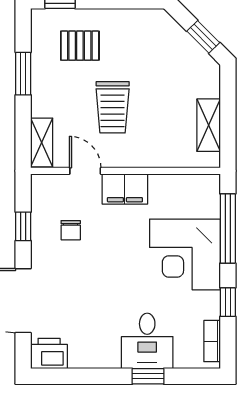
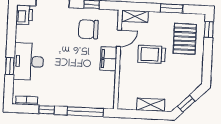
pallet: (80, 46) -> (185, 39), width x1.50, depth x1.42
shelving: (209, 125) -> (151, 105), moved
chair: (71, 230) -> (88, 29), width x1.87, depth x1.87
corner desk: (185, 254) -> (73, 89), removed
desk: (147, 341) -> (29, 61), width x1.37

